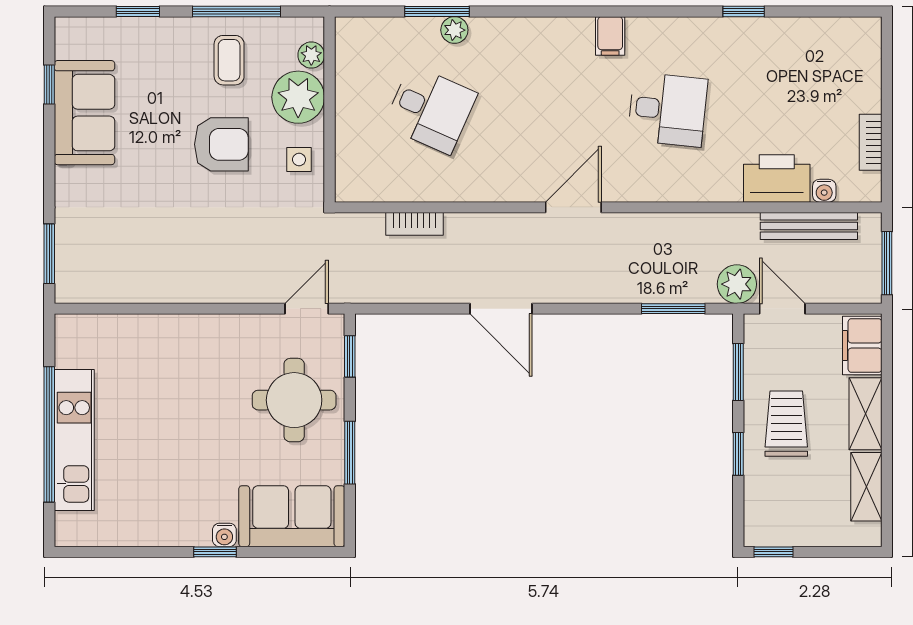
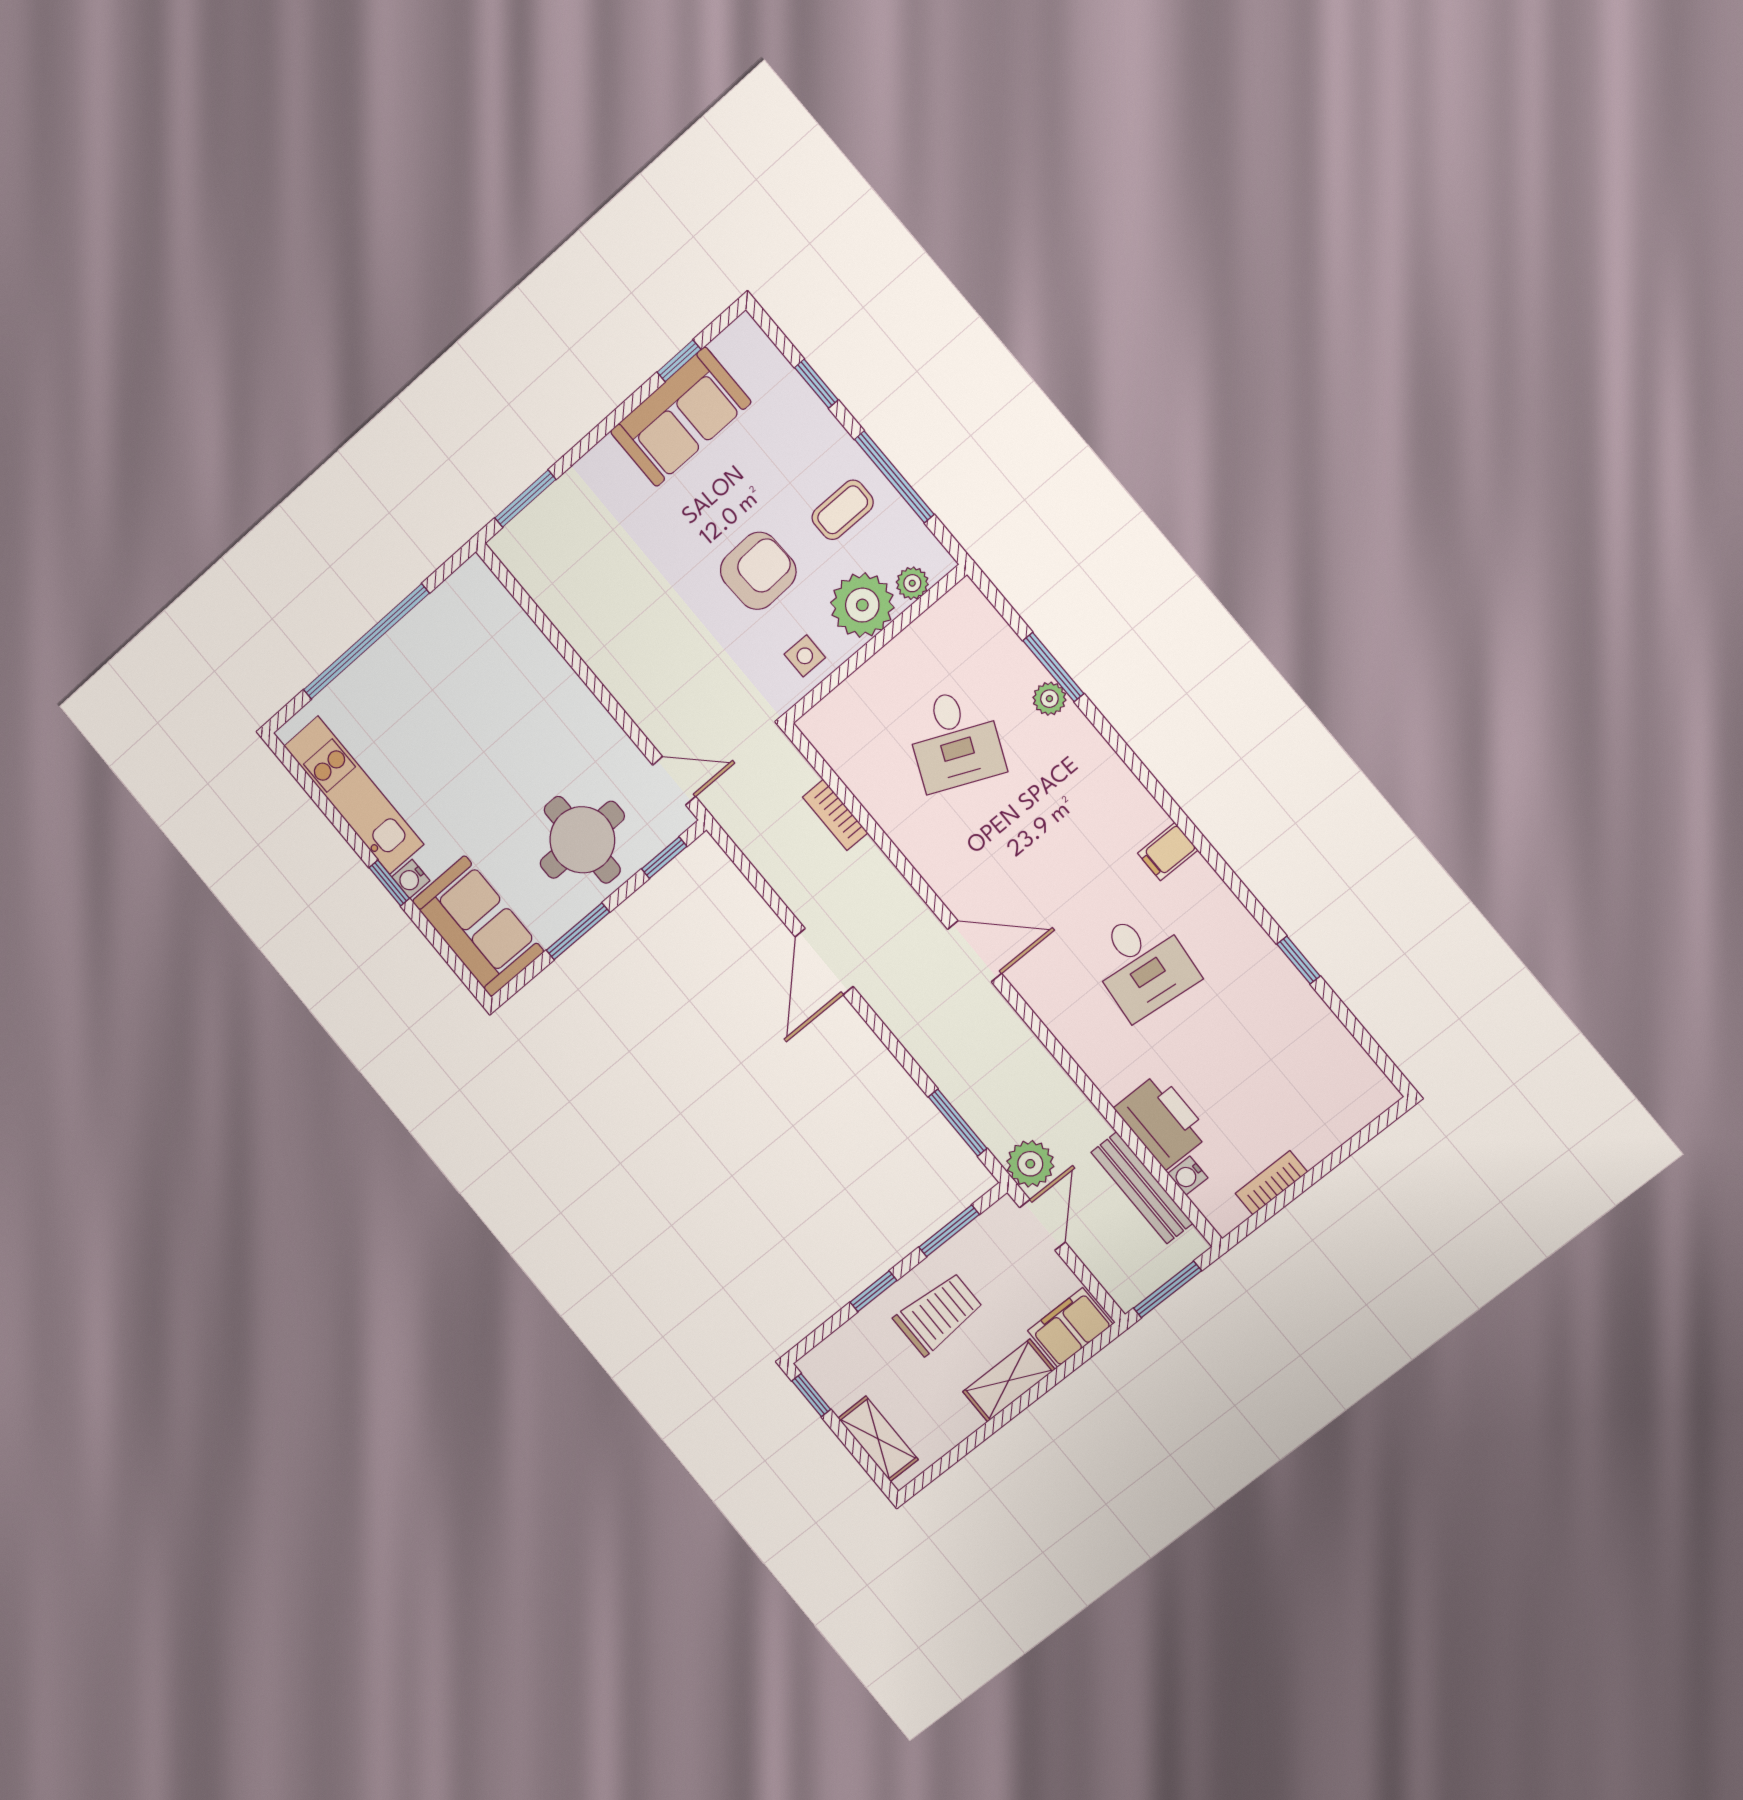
armchair: (221, 144) -> (758, 571), turned -92
kitchen unit: (74, 440) -> (354, 795), moved, turned -90
shelving: (866, 487) -> (878, 1439), moved, turned 90

